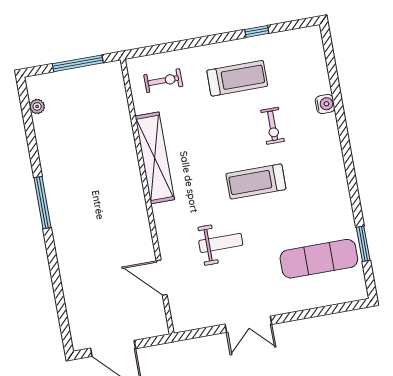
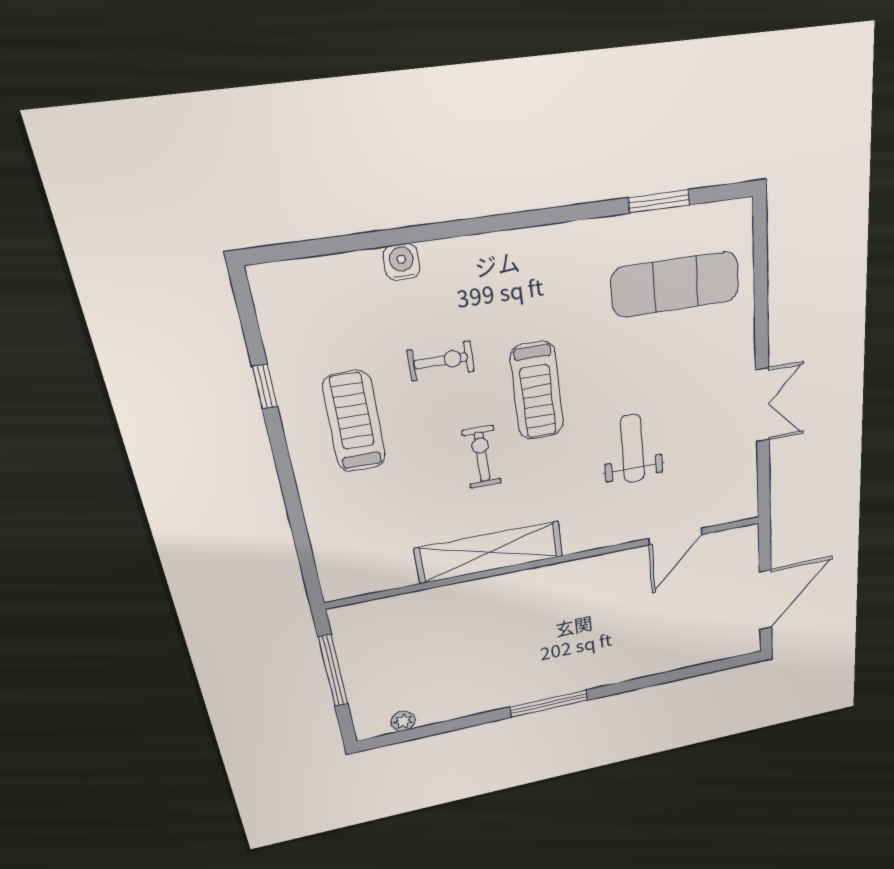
exercise bike: (163, 81) -> (482, 457), moved
exercise mat: (319, 259) -> (675, 284), turned 90

